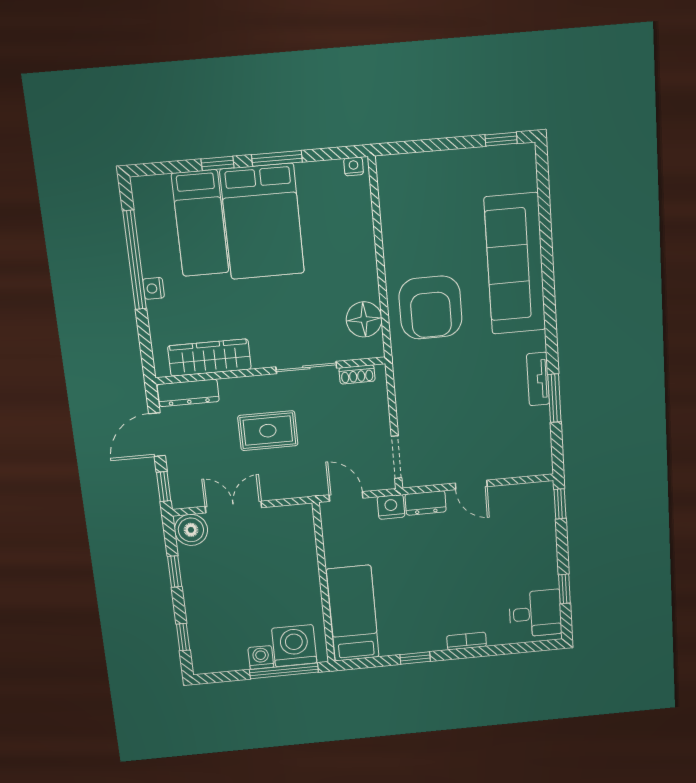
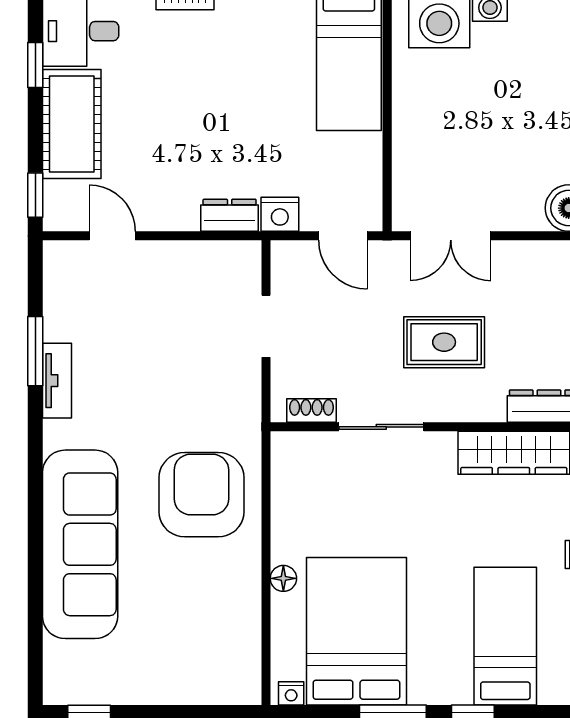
bed: (262, 221) -> (356, 631), moved
floor lamp: (364, 319) -> (283, 578), moved, width x0.53, depth x0.53
doorway: (396, 457) -> (266, 326), moved
door: (471, 485) -> (112, 236), moved
double door: (233, 507) -> (451, 236), moved
cot: (538, 553) -> (72, 124), added

